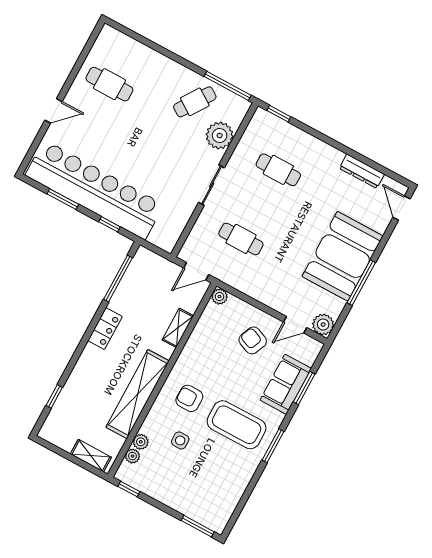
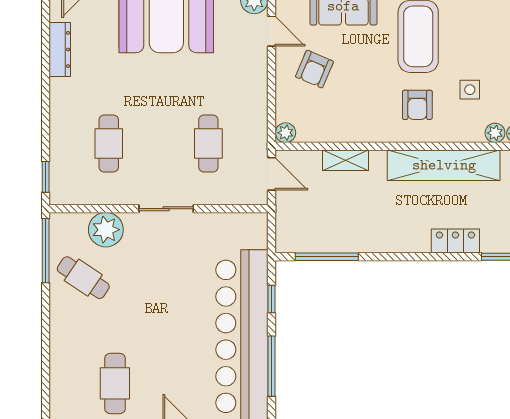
window: (63, 199) -> (271, 366), width x1.44
locker: (105, 329) -> (455, 241), moved

